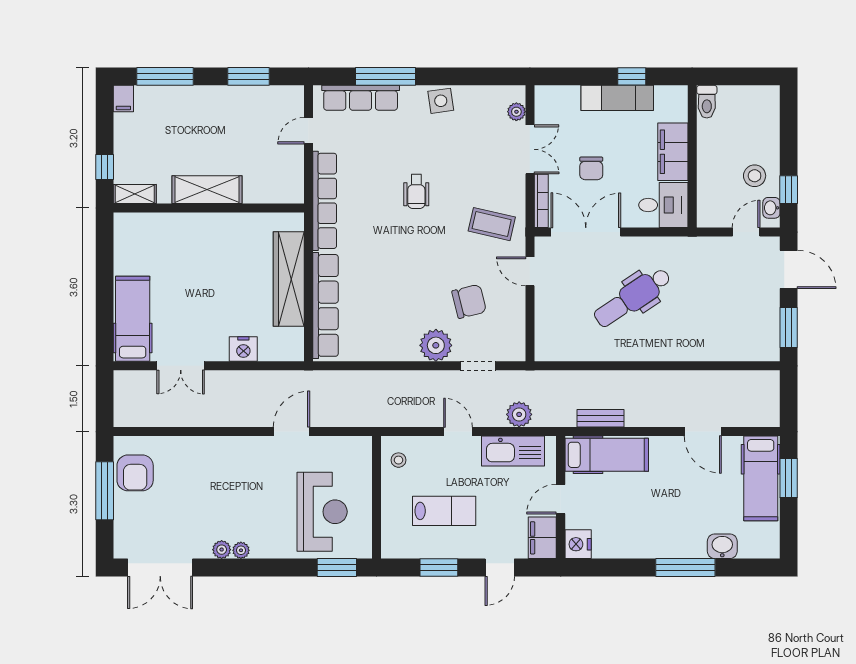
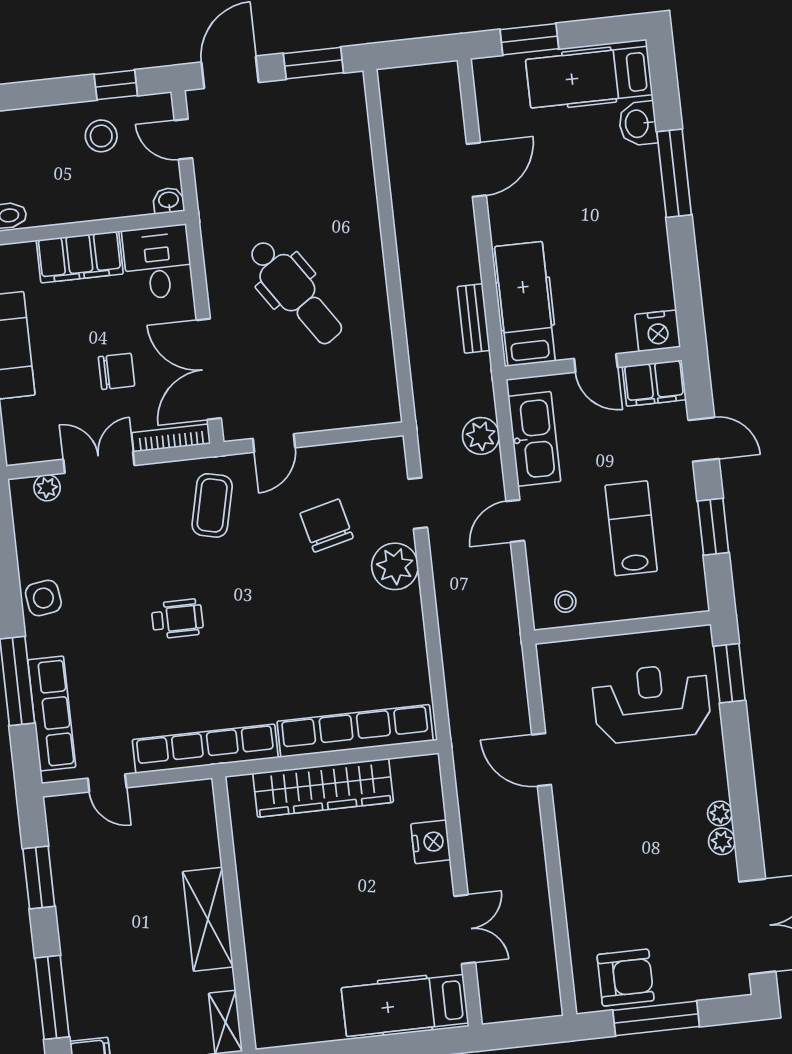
washbasin: (771, 208) -> (169, 201), moved, turned 180
hospital bed: (761, 478) -> (589, 77), moved, turned 180

